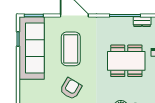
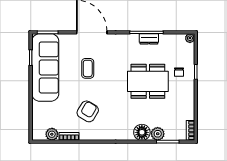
dresser: (142, 22) -> (149, 39), moved
coffee table: (71, 49) -> (88, 68), width x0.54, depth x0.58

